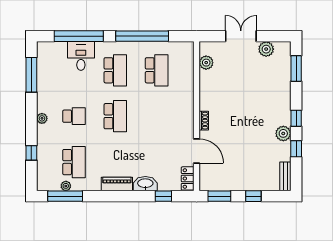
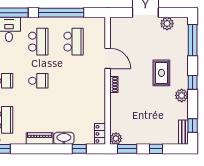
plant: (206, 63) -> (116, 139), moved
window: (296, 69) -> (193, 40), width x1.44
rug: (260, 107) -> (161, 73), added
school desk: (115, 116) -> (38, 81), width x0.54
window: (296, 149) -> (193, 126), moved
door: (197, 151) -> (108, 58), moved

